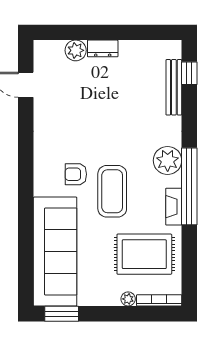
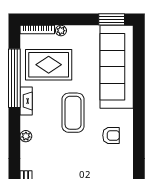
plant: (168, 160) -> (26, 136), width x0.53, depth x0.53
armchair: (76, 174) -> (111, 135), moved
window: (189, 186) -> (14, 78), moved

